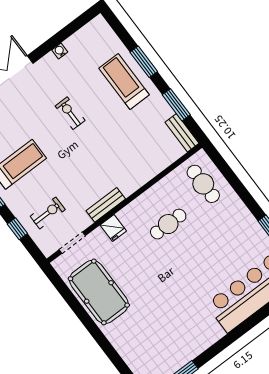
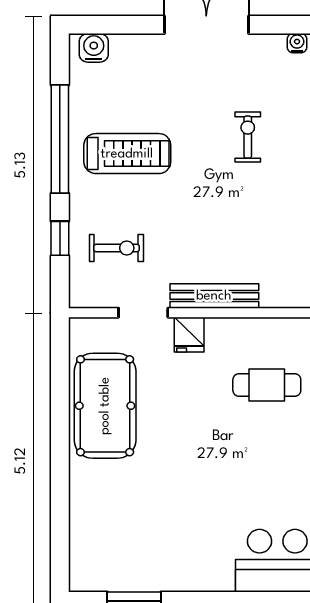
bench: (106, 205) -> (214, 296), width x1.36
doorway: (72, 243) -> (143, 313), moved

